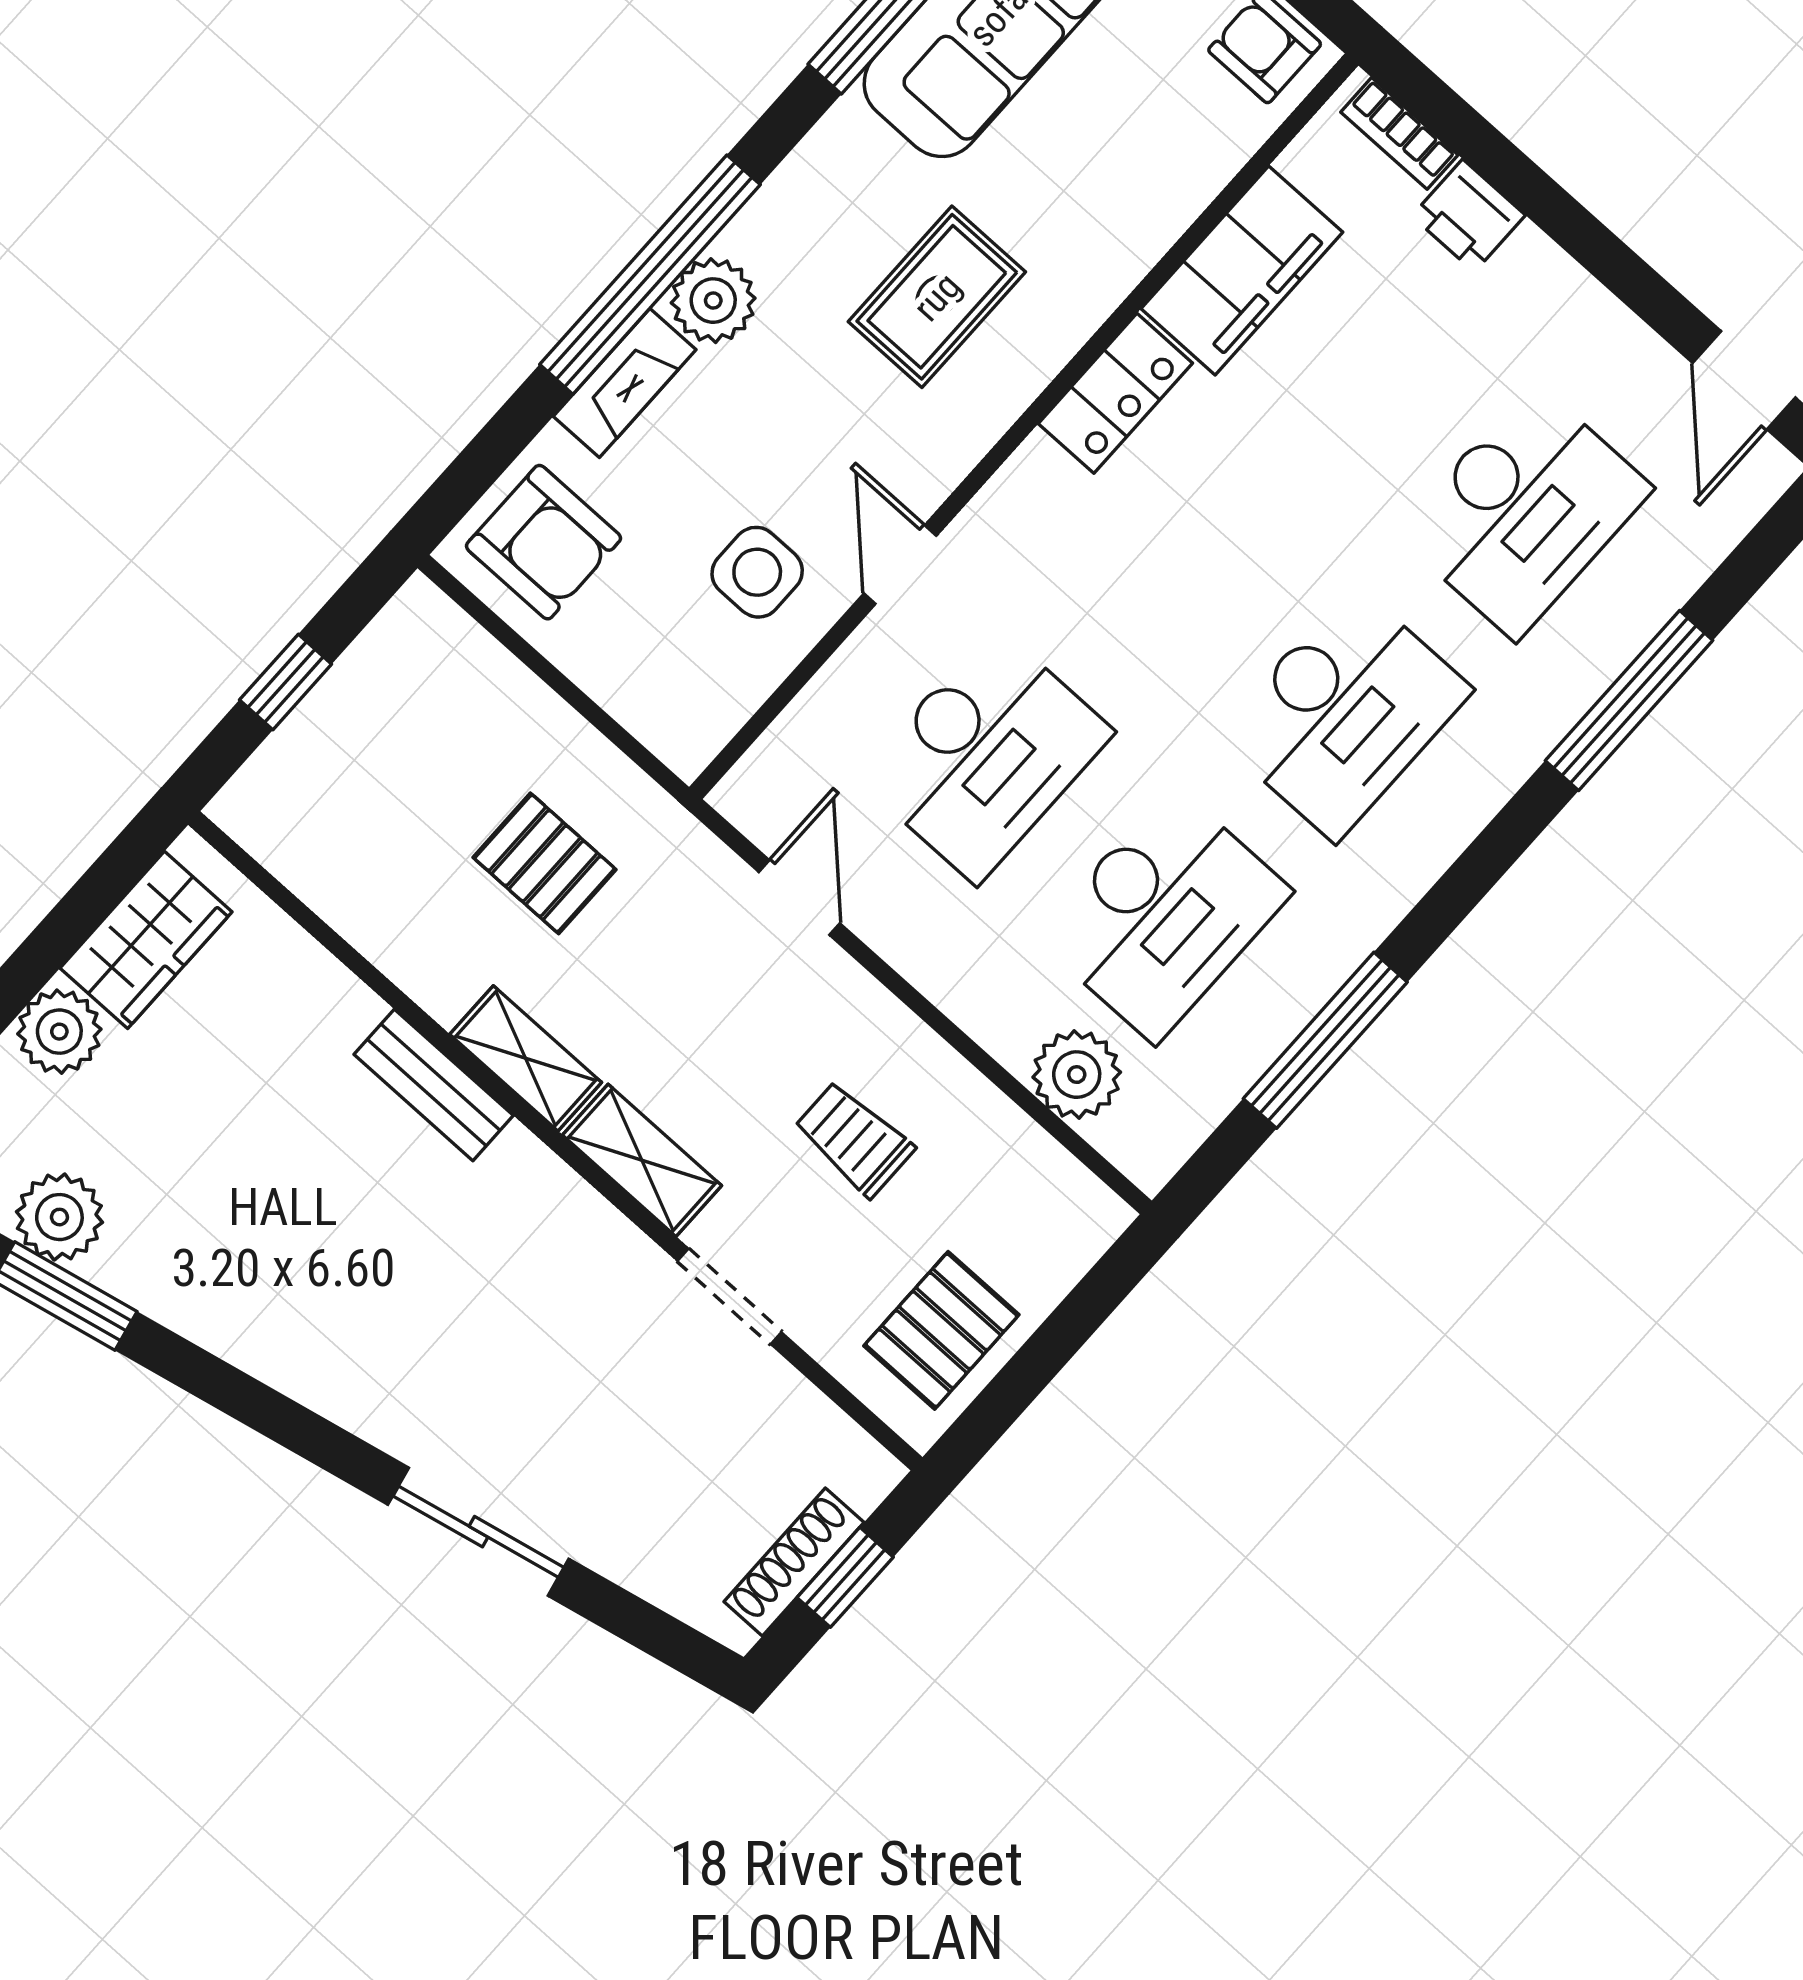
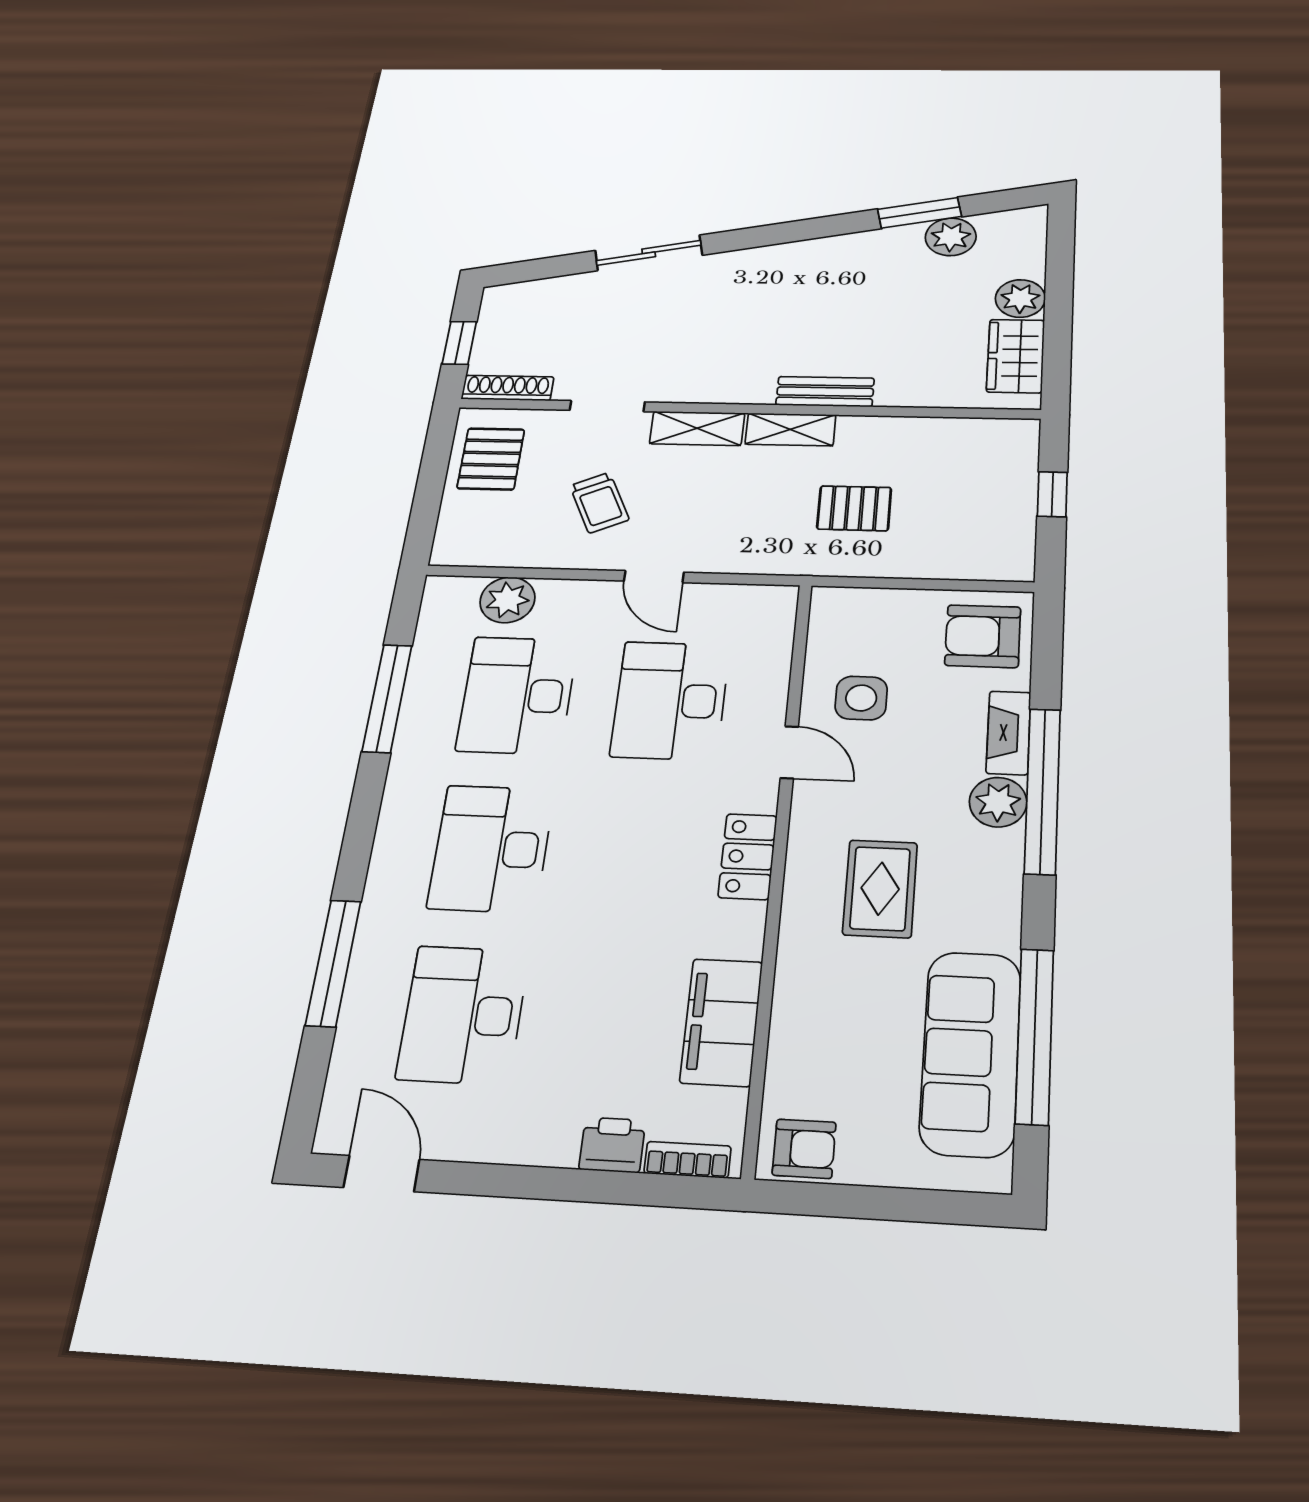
locker: (1115, 393) -> (748, 856), moved
door: (799, 898) -> (654, 577), moved
trolley: (854, 1139) -> (599, 503), turned 65
shoe rack: (794, 1562) -> (508, 388), moved, turned -90

